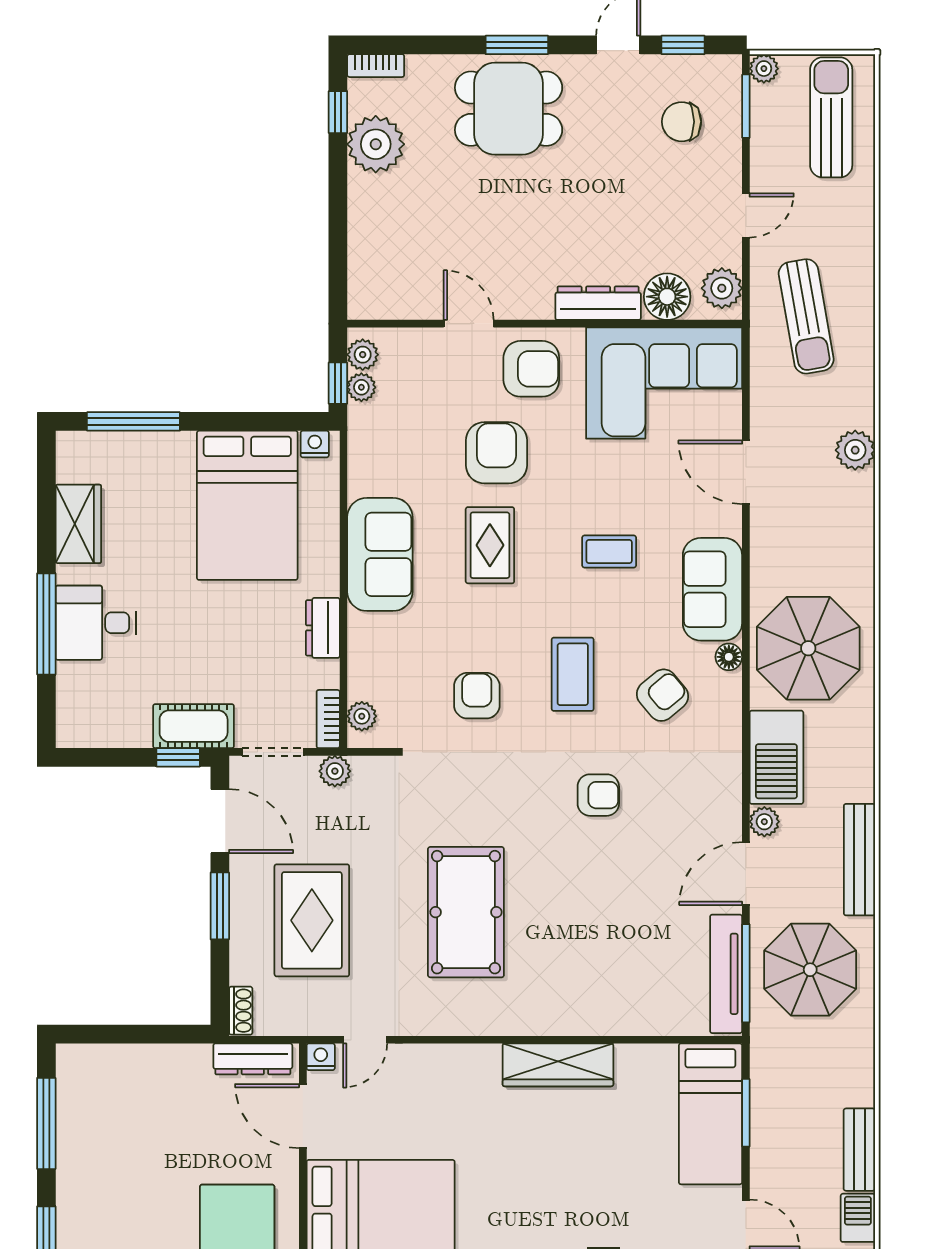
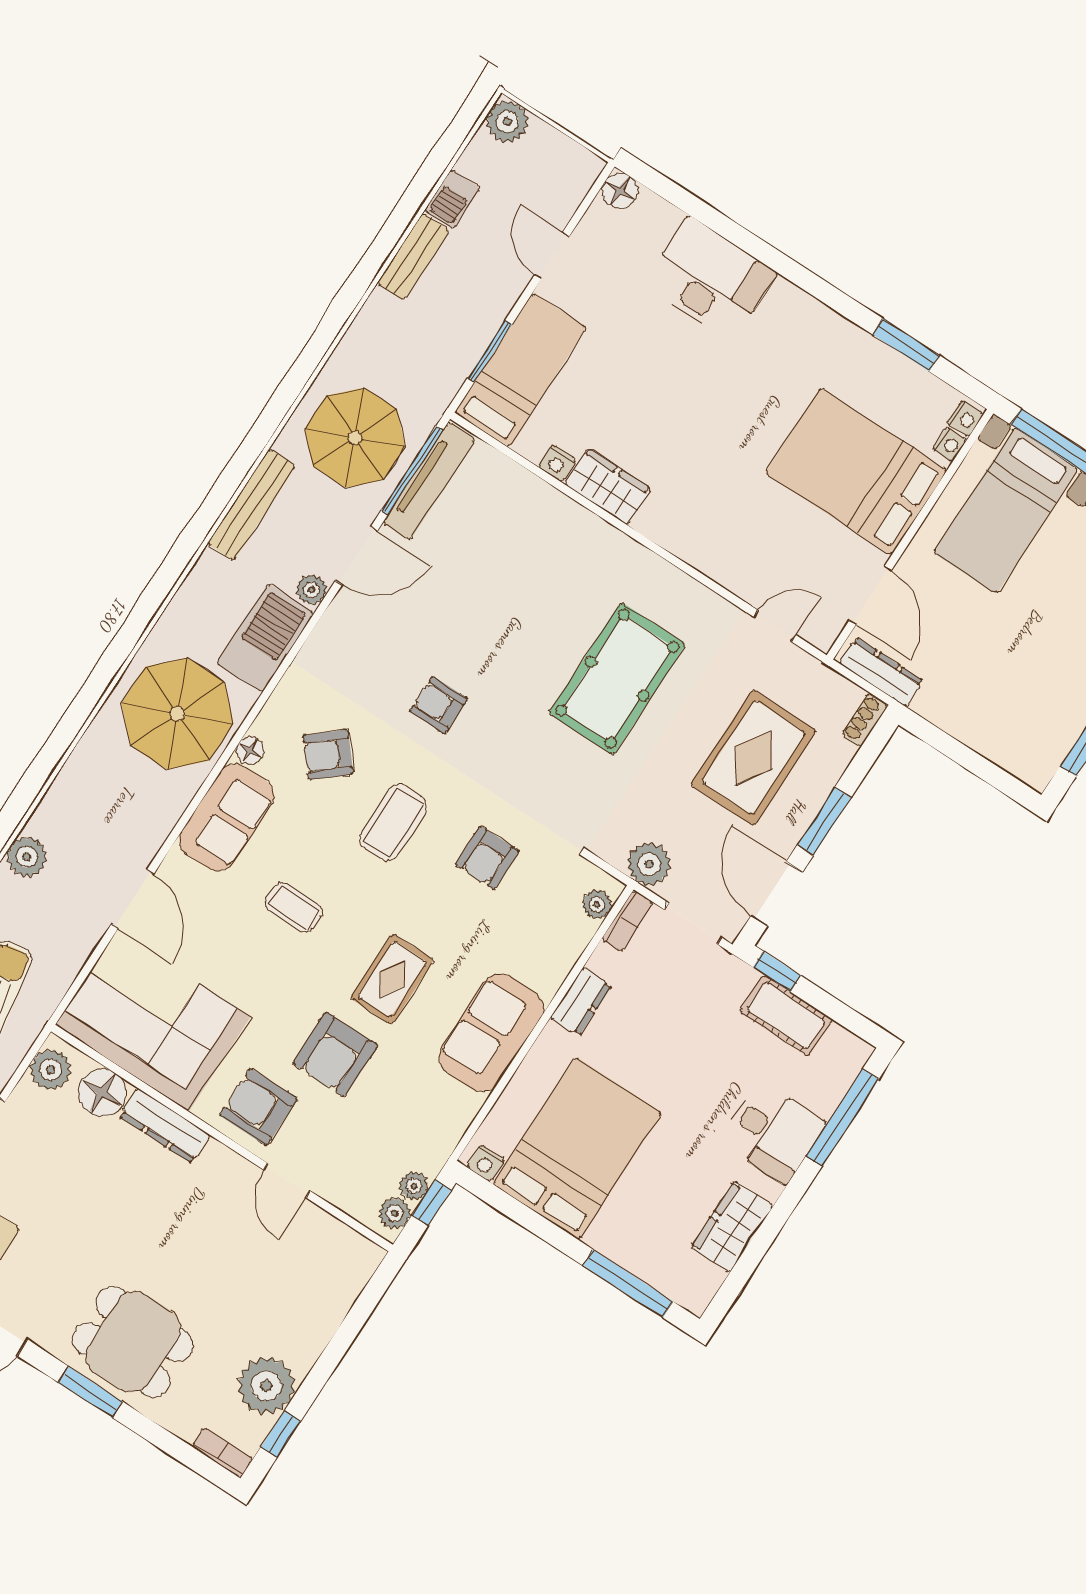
window: (46, 624) -> (842, 1118), moved
cot: (194, 726) -> (786, 1015), moved
plant: (335, 771) -> (649, 864), width x1.38, depth x1.38
nightstand: (321, 1057) -> (557, 463), moved
wardrobe: (558, 1065) -> (608, 487), width x0.67

